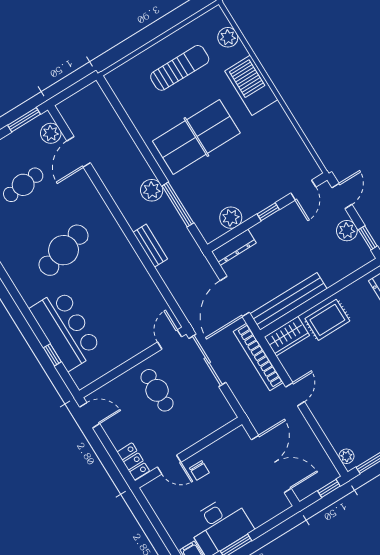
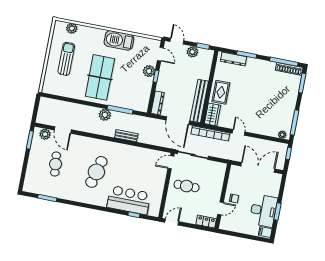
barbecue: (251, 85) -> (119, 40), moved
plant: (231, 218) -> (149, 71), moved
cafe table: (64, 250) -> (96, 172), turned 30
door: (170, 339) -> (171, 162), hinge flipped

